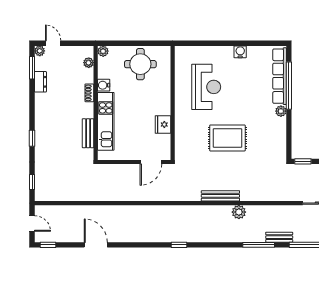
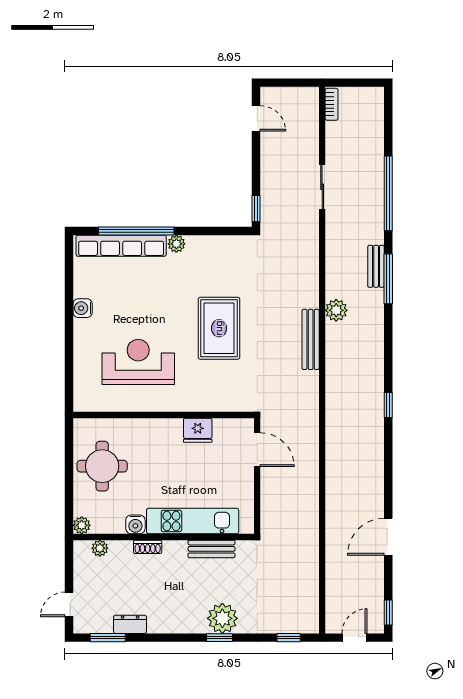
plant: (40, 51) -> (222, 618), moved, width x1.87, depth x1.87
bench: (279, 237) -> (376, 266), moved

